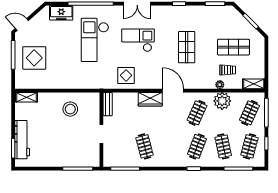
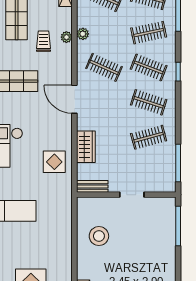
trolley: (228, 70) -> (44, 41), moved
door: (173, 91) -> (74, 99), hinge flipped
wardrobe: (150, 99) -> (86, 147), moved
plant: (222, 101) -> (83, 34), width x0.53, depth x0.53
clothes rail: (171, 146) -> (149, 102), added

